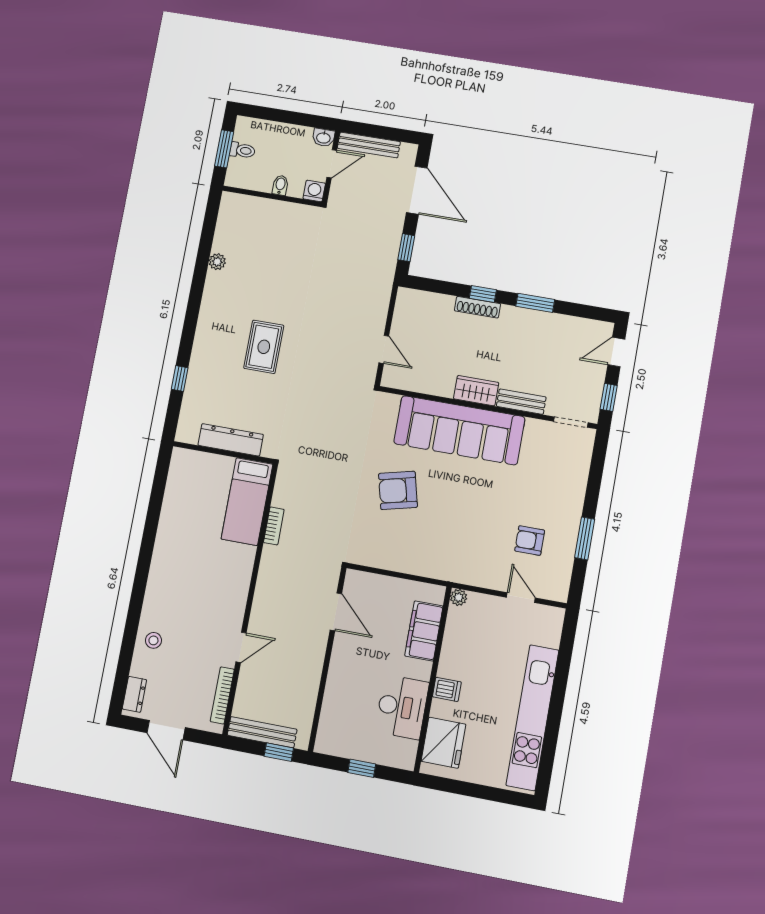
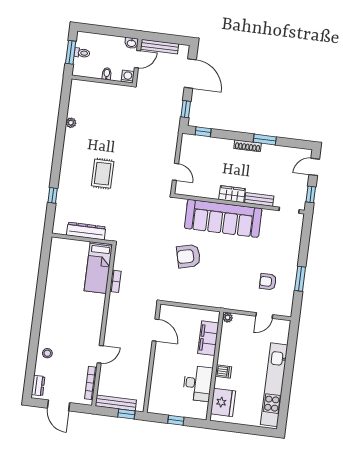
window: (483, 294) -> (203, 132), moved
shoe rack: (478, 307) -> (248, 146), moved
door: (521, 598) -> (264, 315), swing flipped

